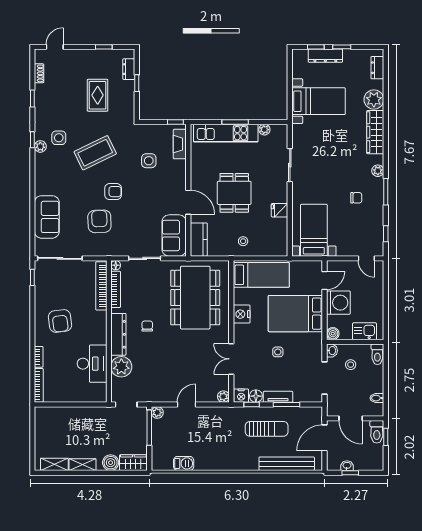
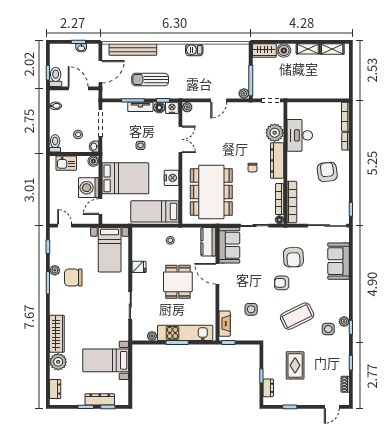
plant: (378, 171) -> (55, 270), moved
chair: (356, 198) -> (73, 278), width x1.87, depth x1.87
barbecue: (184, 463) -> (194, 50), moved

